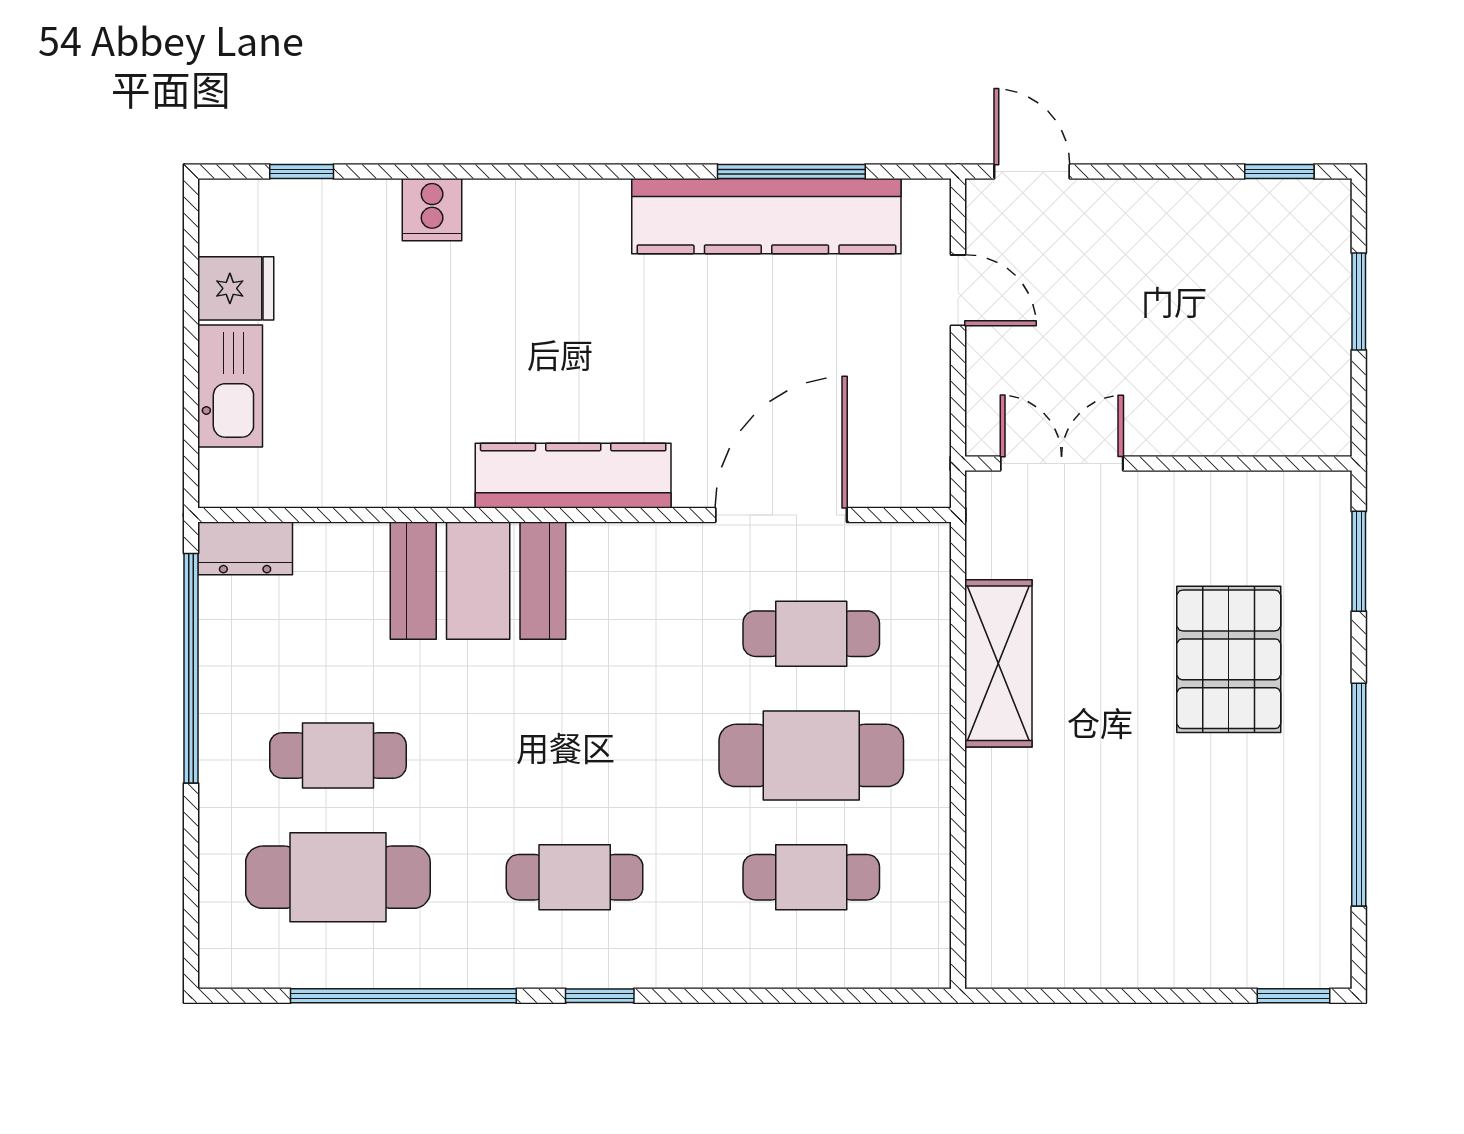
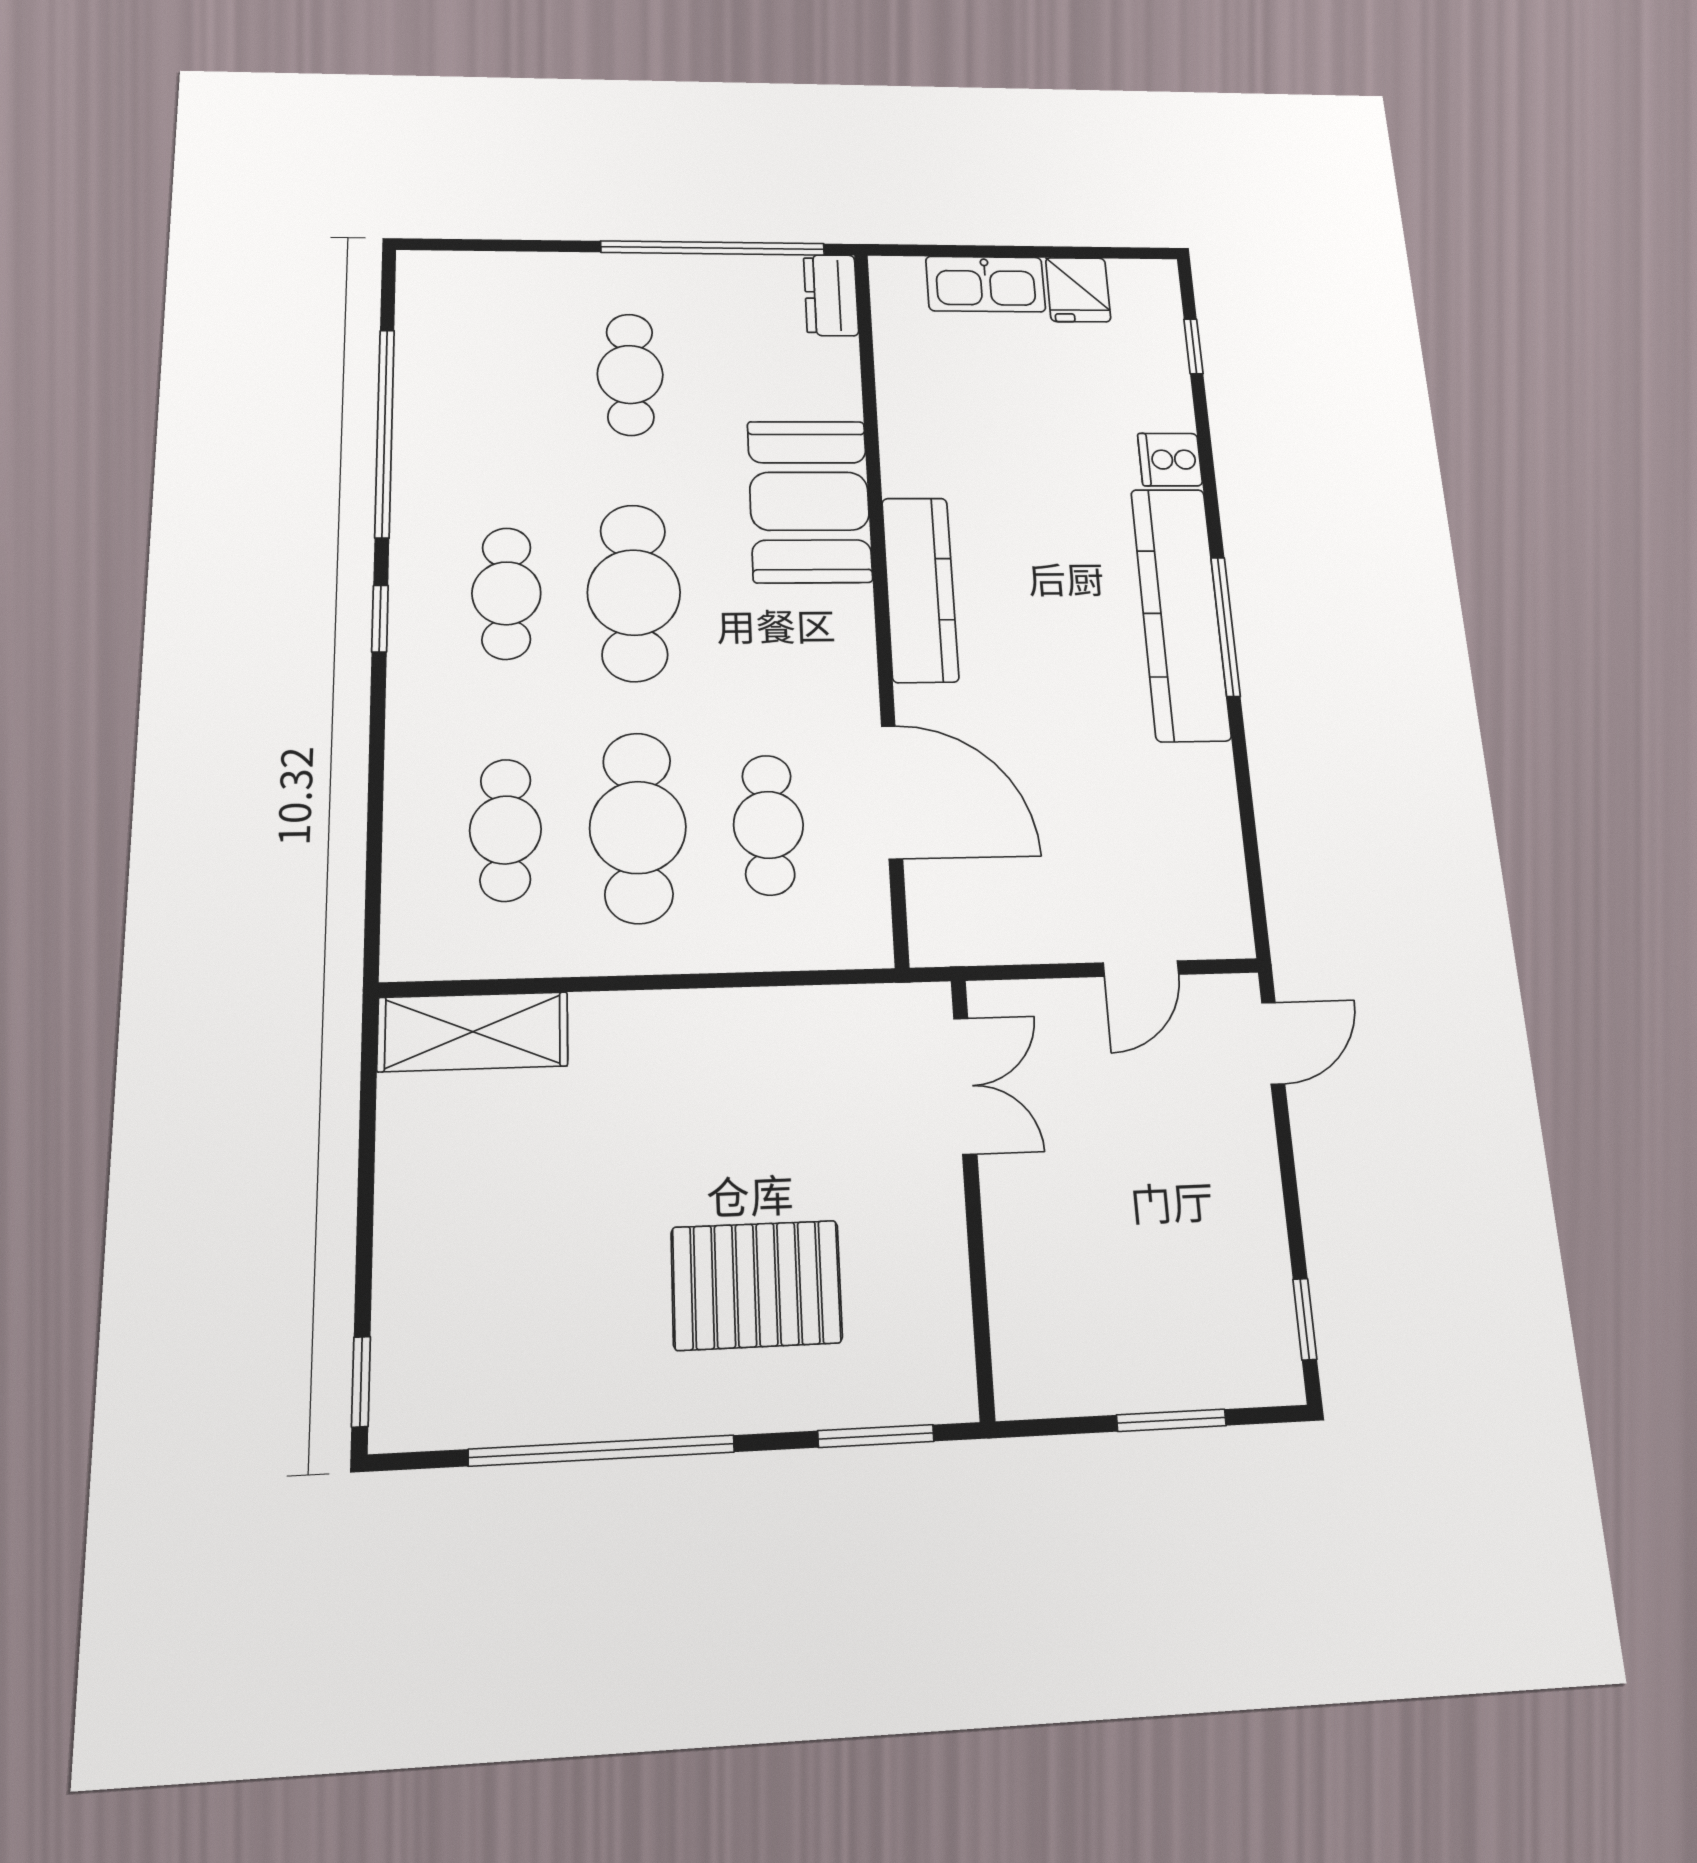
window: (791, 172) -> (1226, 626), moved
kitchen counter: (766, 216) -> (1180, 613), moved
shelving: (998, 663) -> (473, 1032), moved
cafe table: (338, 877) -> (634, 592), moved

